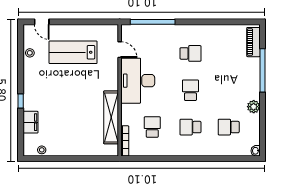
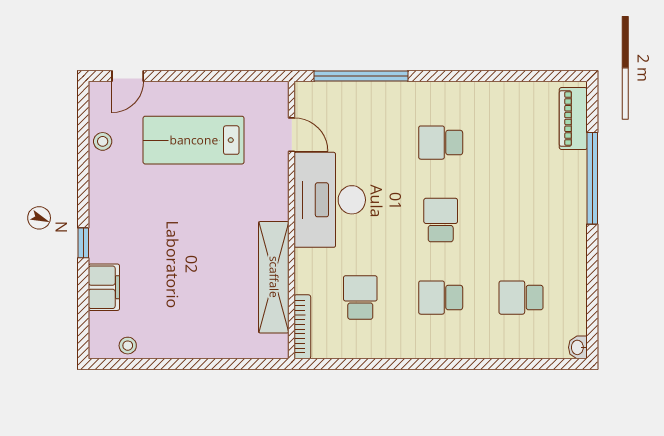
door: (42, 22) -> (128, 76), hinge flipped
school desk: (190, 53) -> (441, 143), turned 180
plant: (254, 107) -> (574, 255), removed

